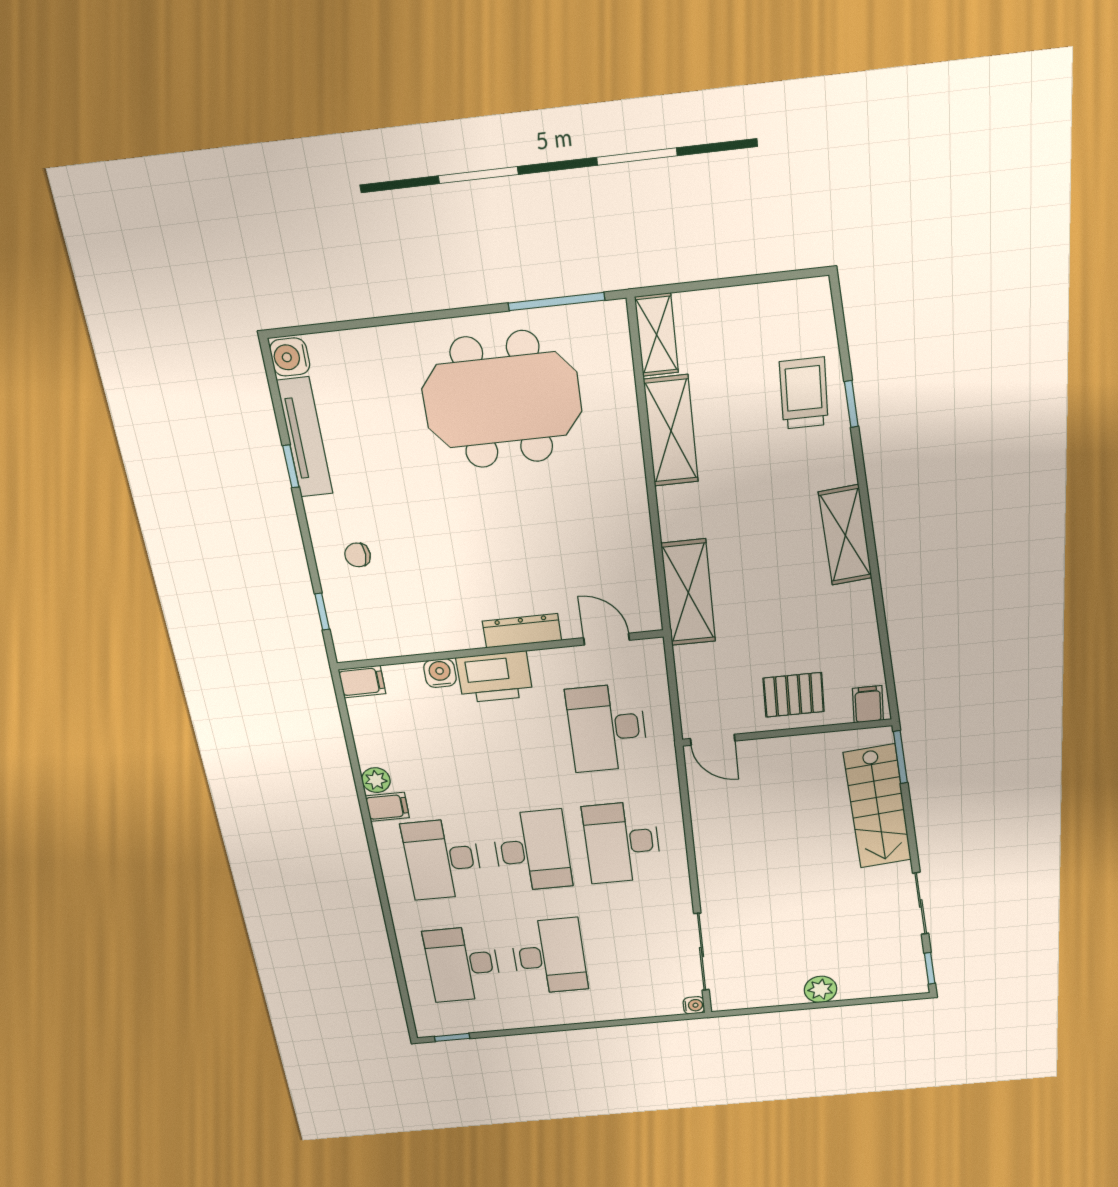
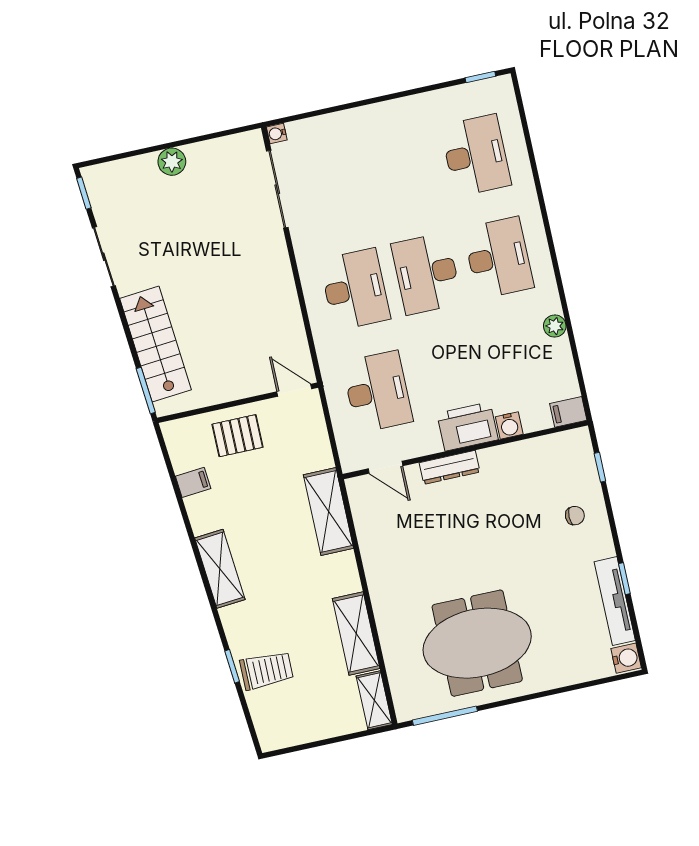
trolley: (804, 393) -> (267, 670), turned -90
filing cabinet: (868, 704) -> (193, 482), moved, turned -95
filing cabinet: (387, 807) -> (545, 302), removed
desk: (549, 956) -> (404, 171), removed

